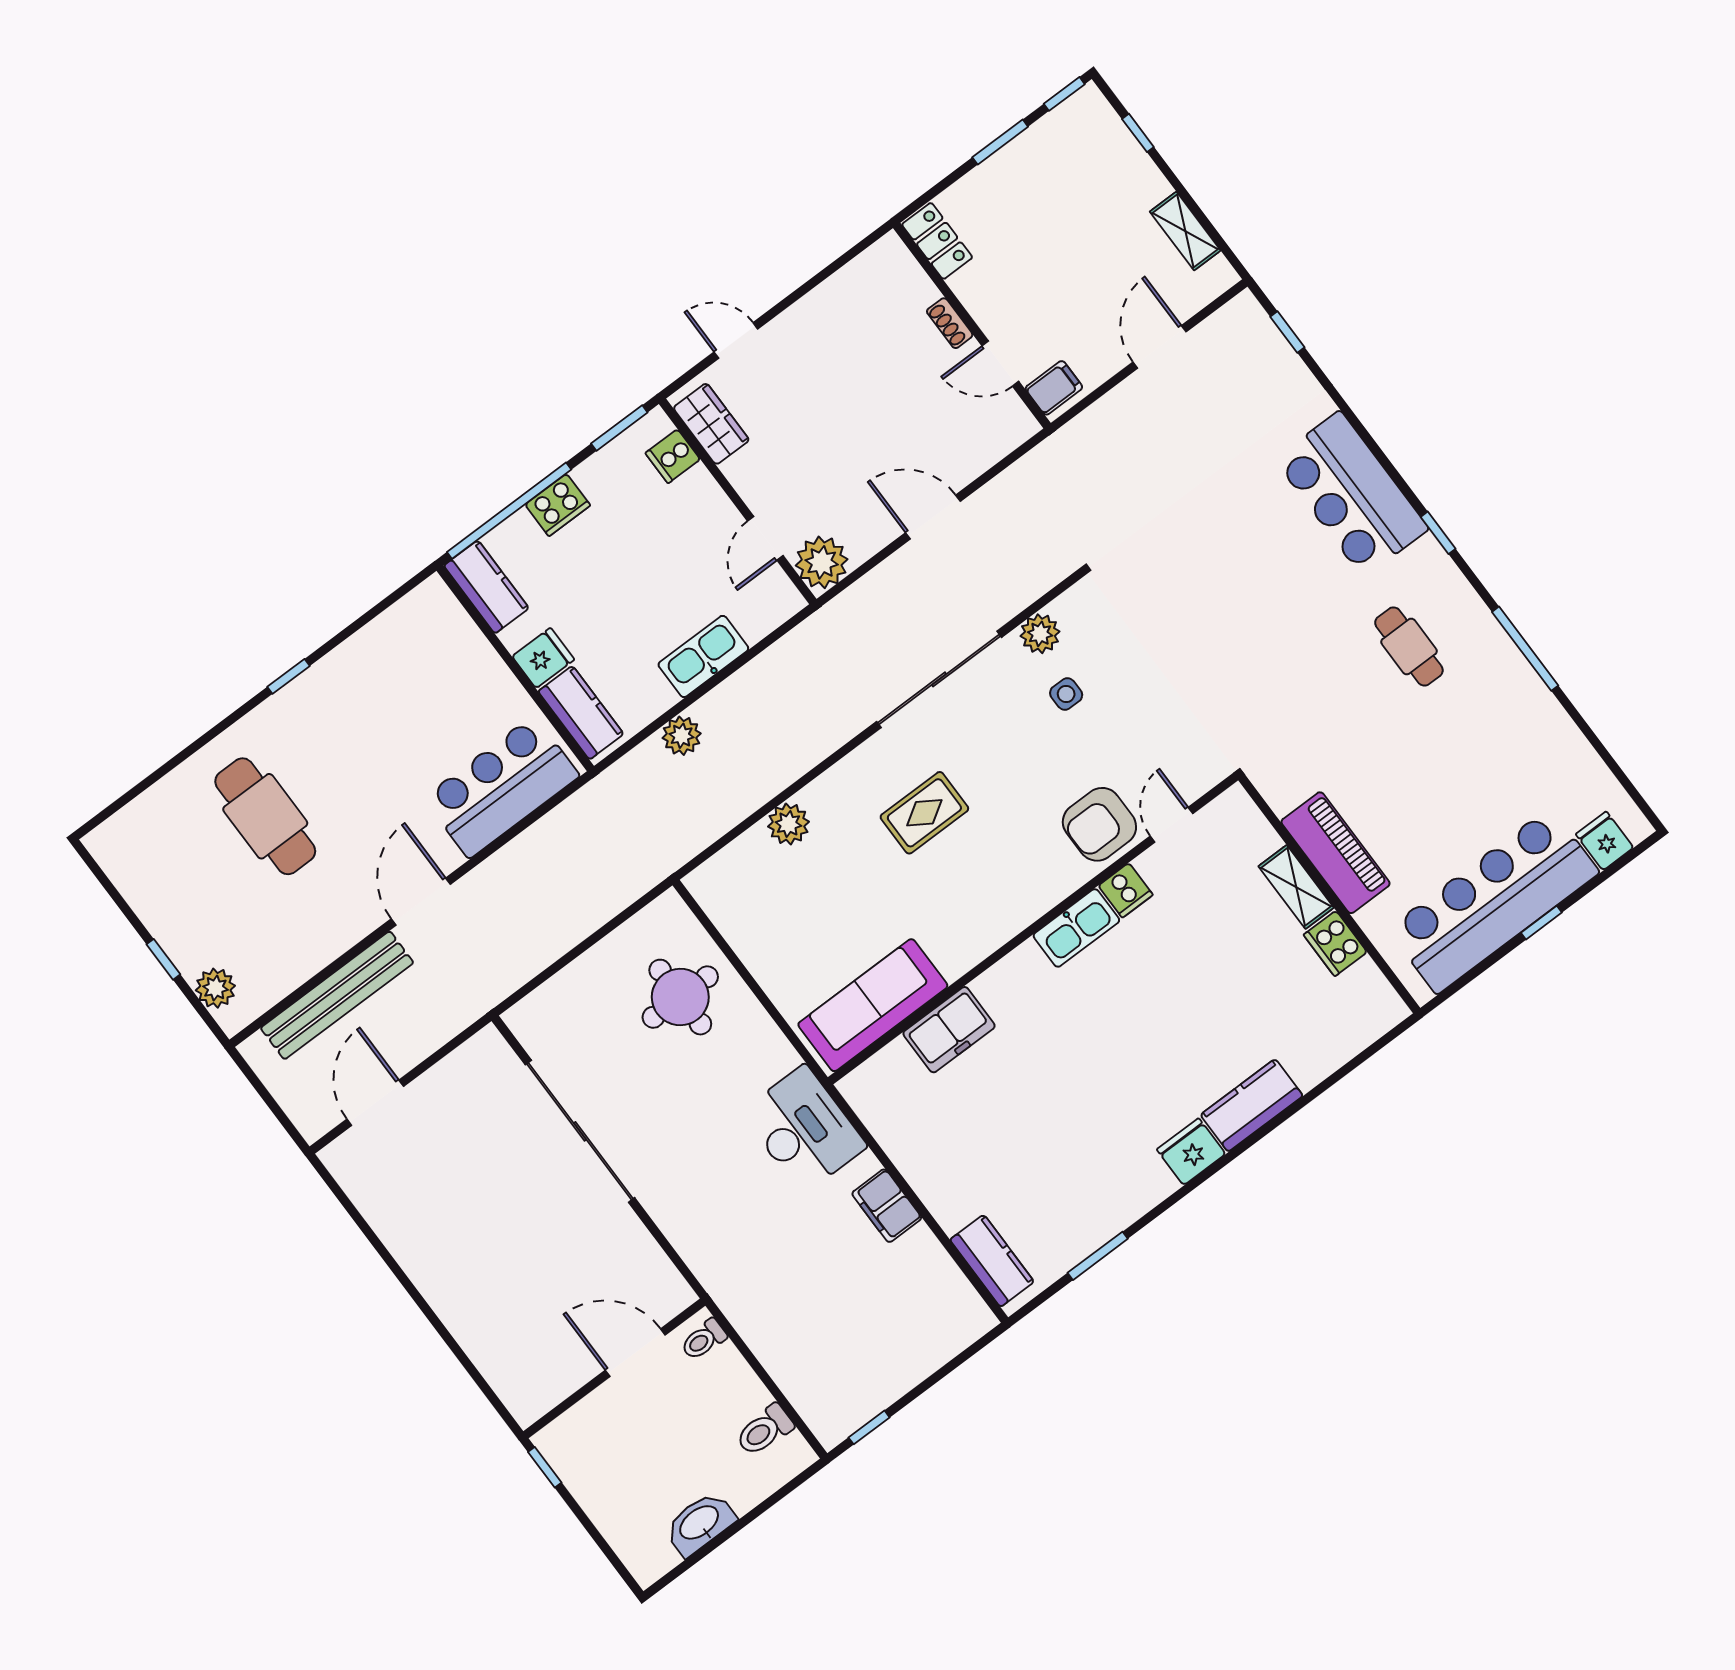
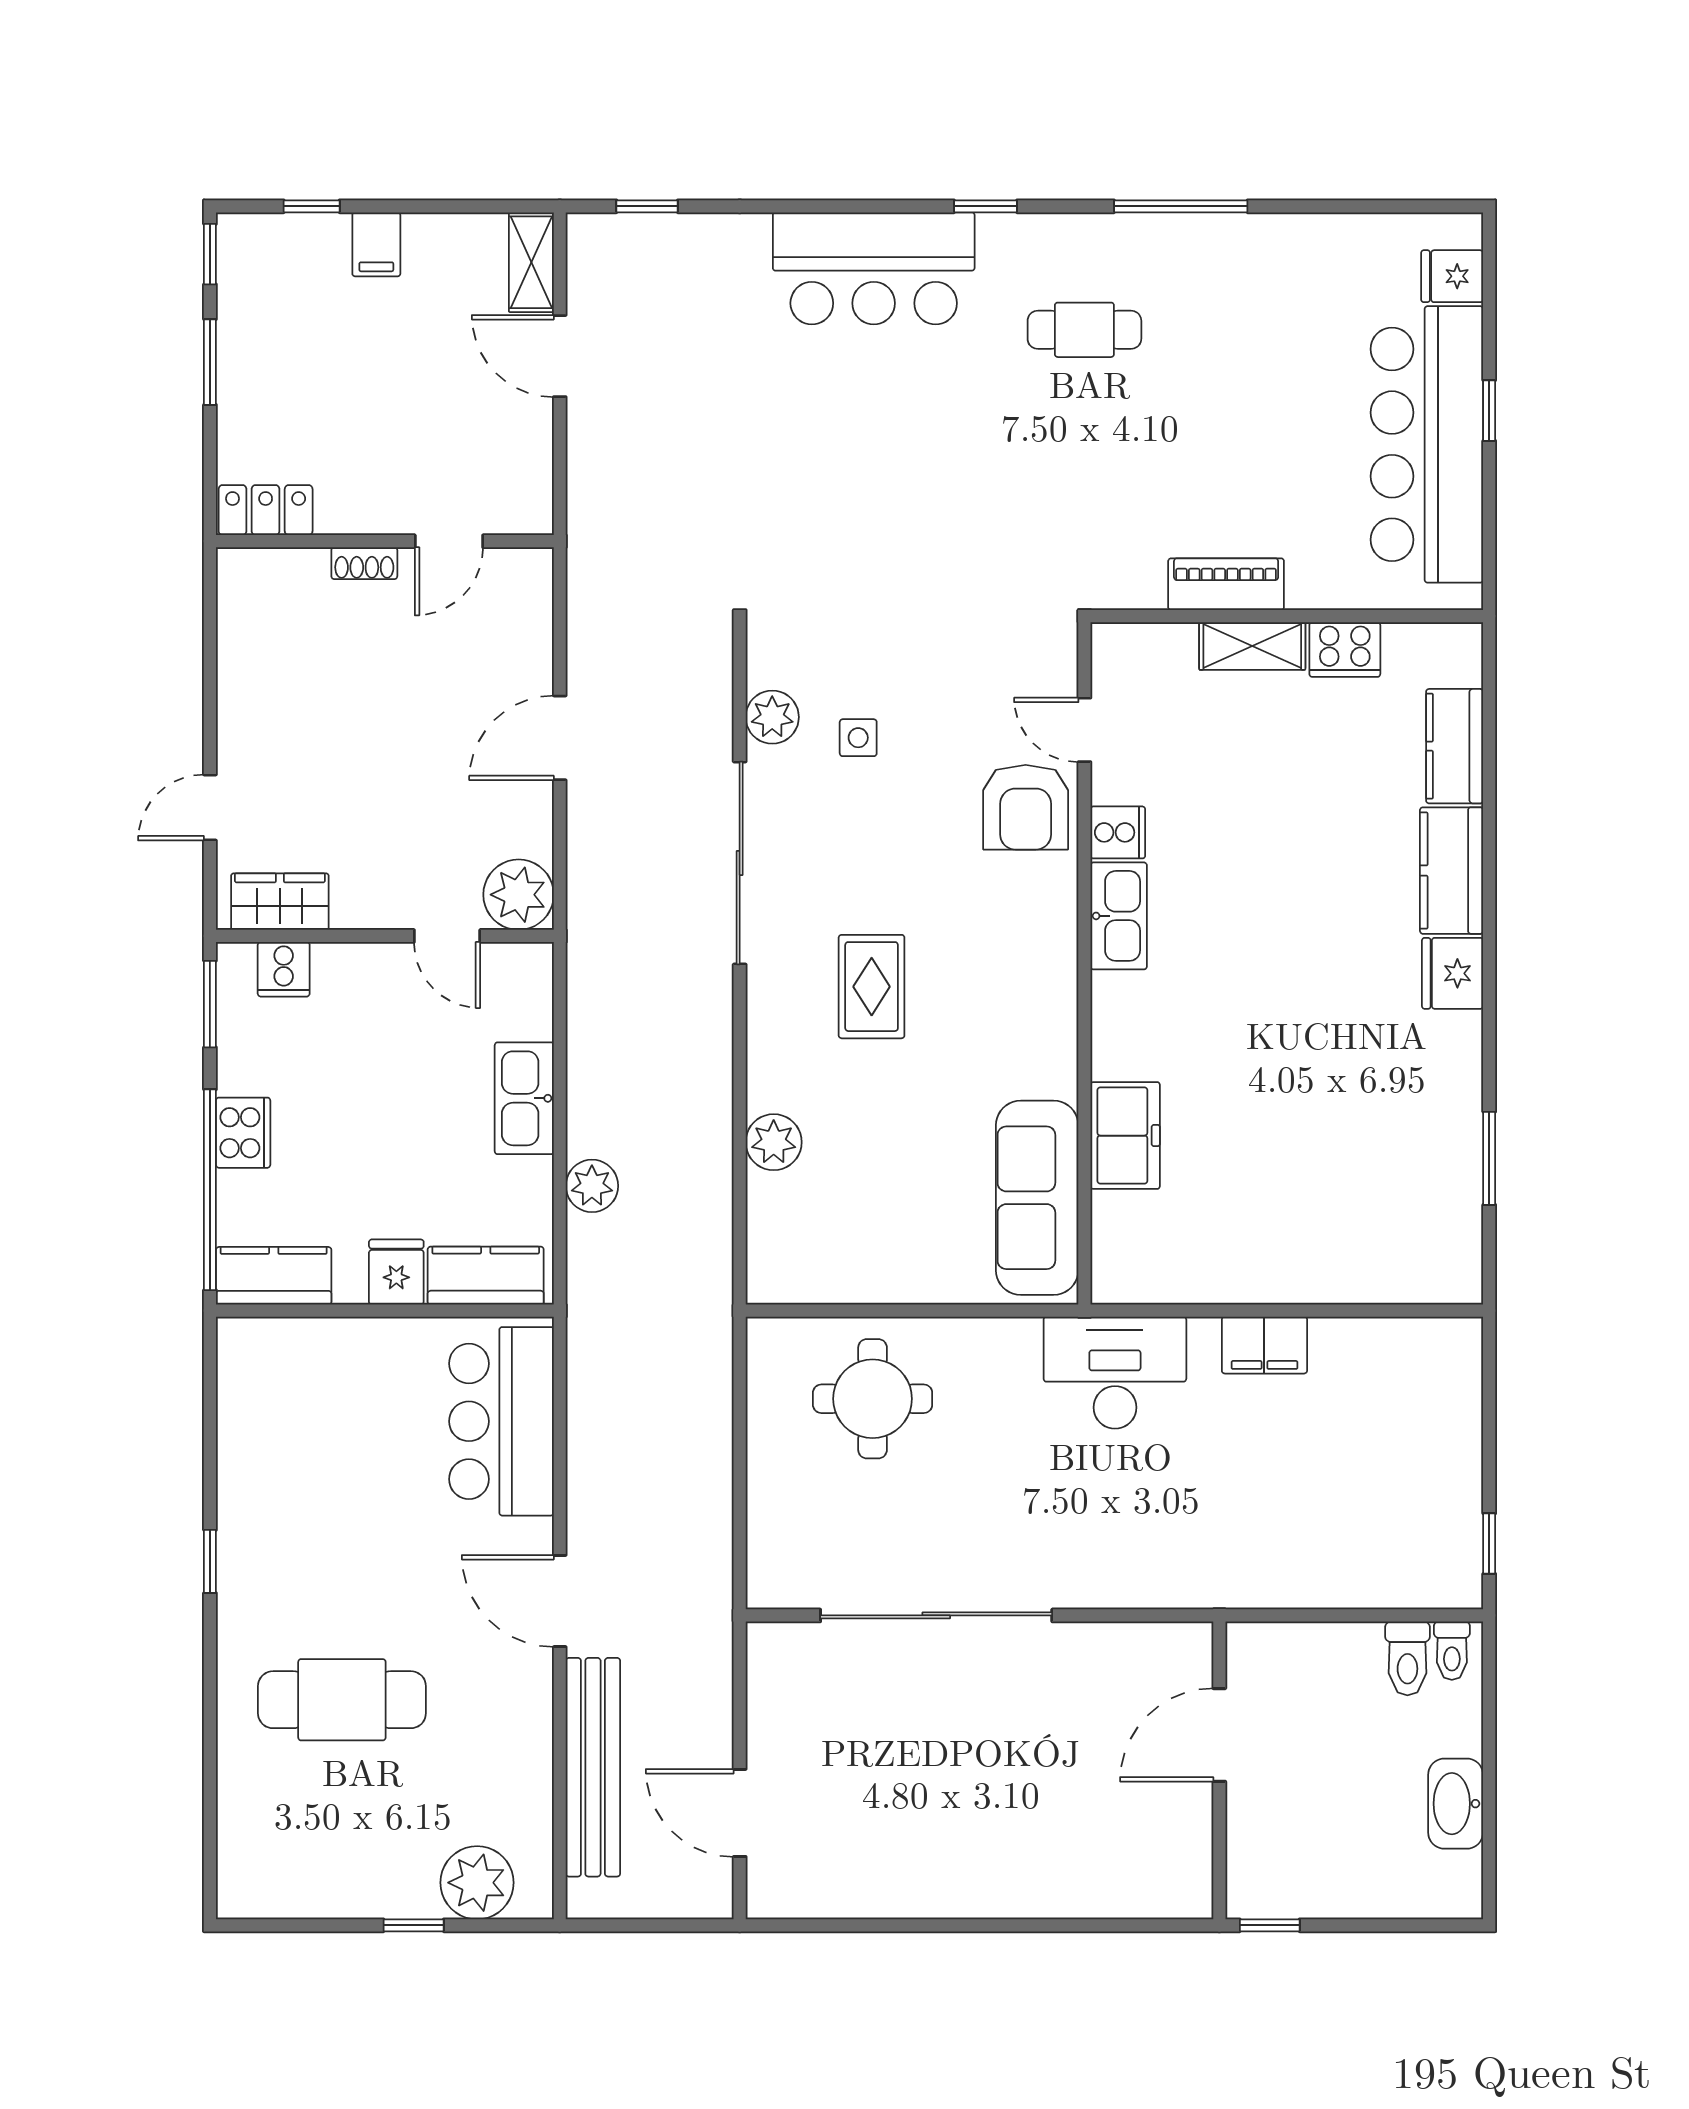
shelving: (1185, 231) -> (531, 262), moved, turned 90
filing cabinet: (1054, 388) -> (376, 244), moved, turned 180
piano: (1336, 853) -> (1226, 584), width x0.73, depth x0.75
plant: (215, 988) -> (477, 1883), width x1.36, depth x1.36
kitchen counter: (992, 1261) -> (1455, 746), moved, turned -90
toilet: (704, 1340) -> (1452, 1651), moved

